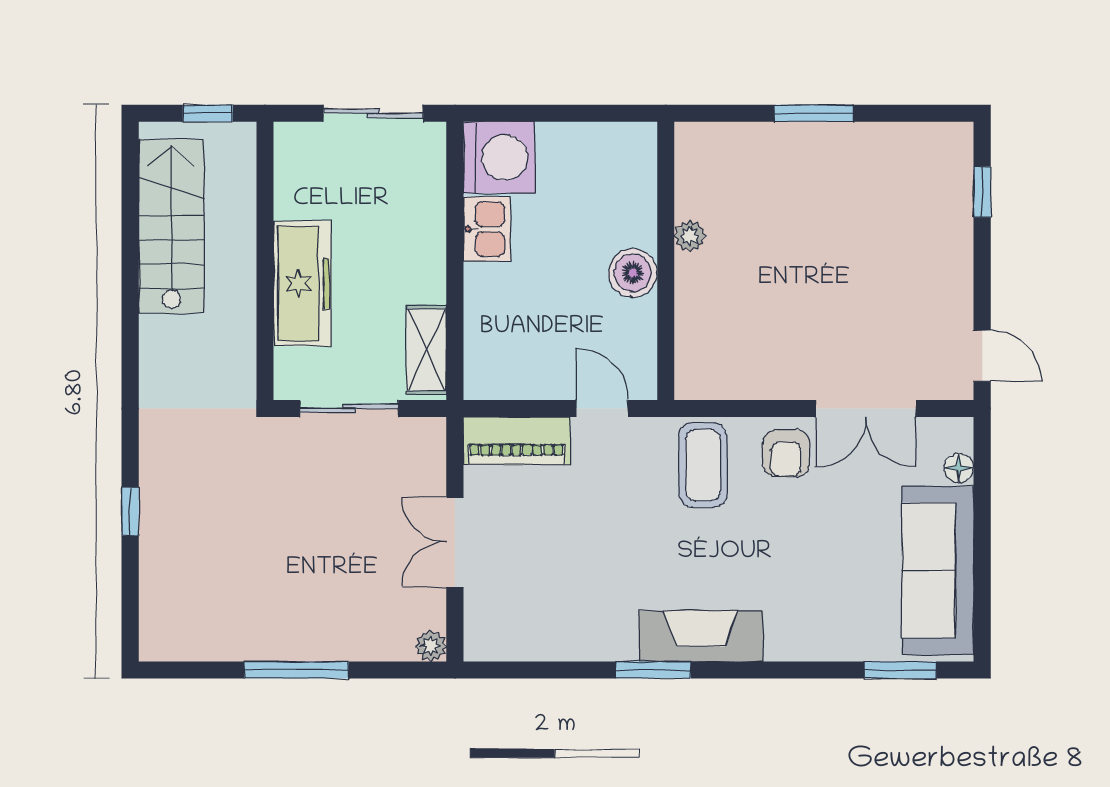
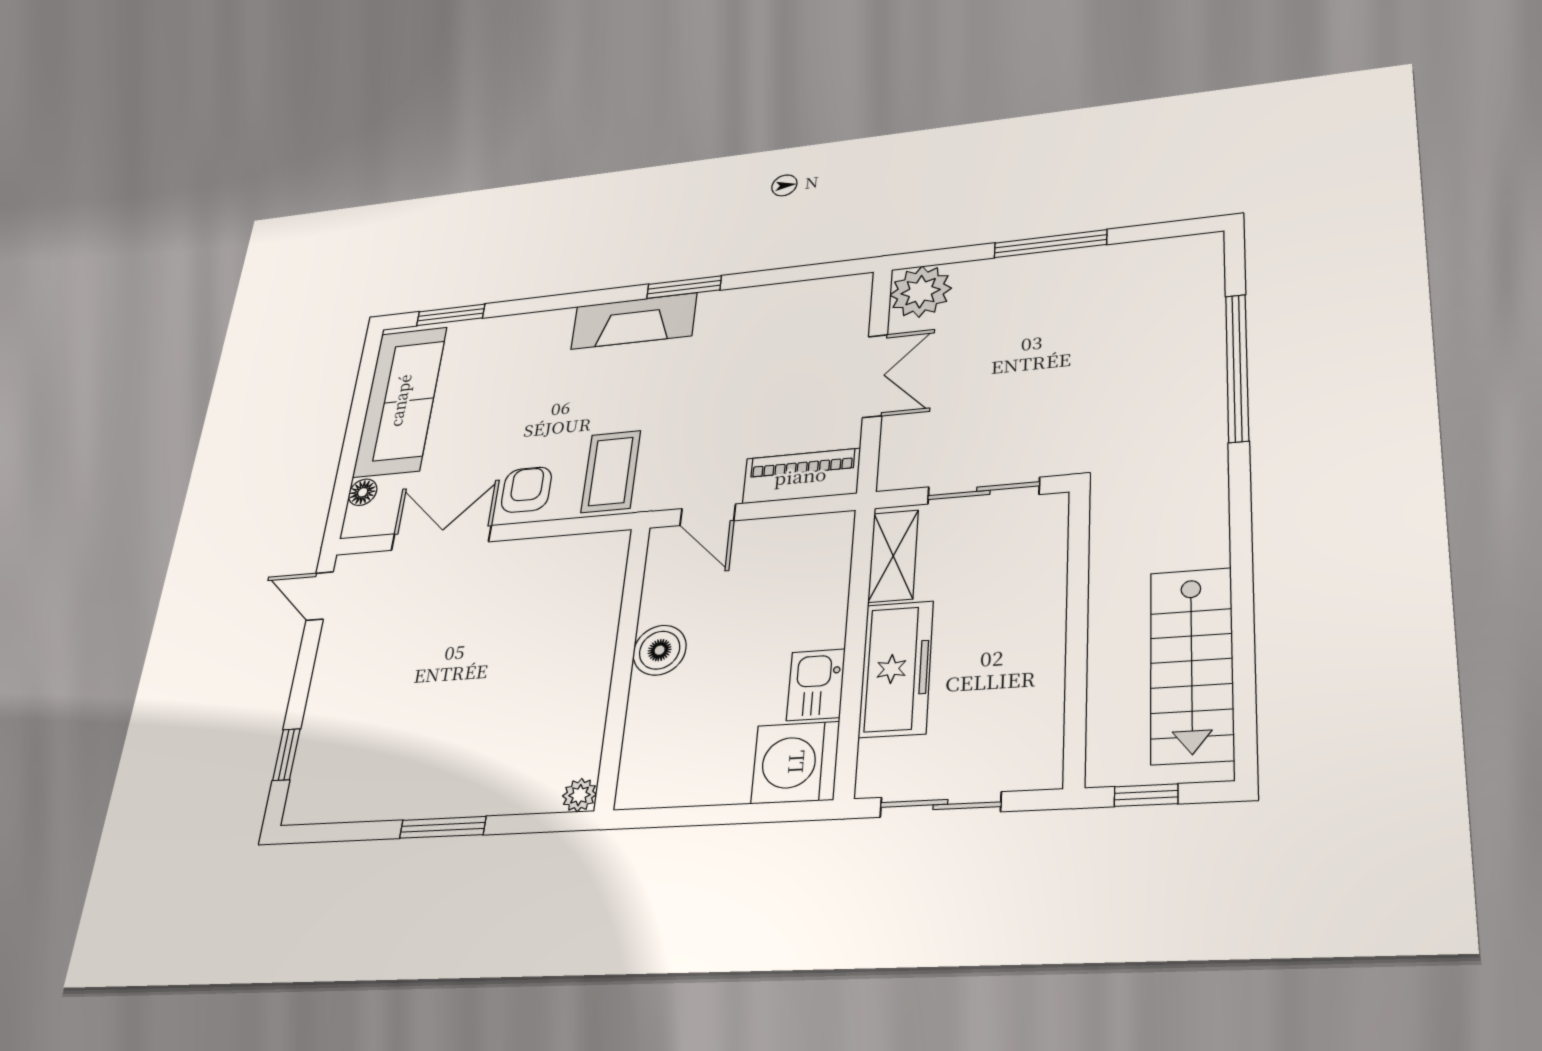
plant: (690, 236) -> (579, 795), moved
freezer: (302, 284) -> (896, 669), moved, turned 180
window: (130, 512) -> (1237, 367), width x3.17
plant: (431, 646) -> (921, 292), width x1.88, depth x1.88

